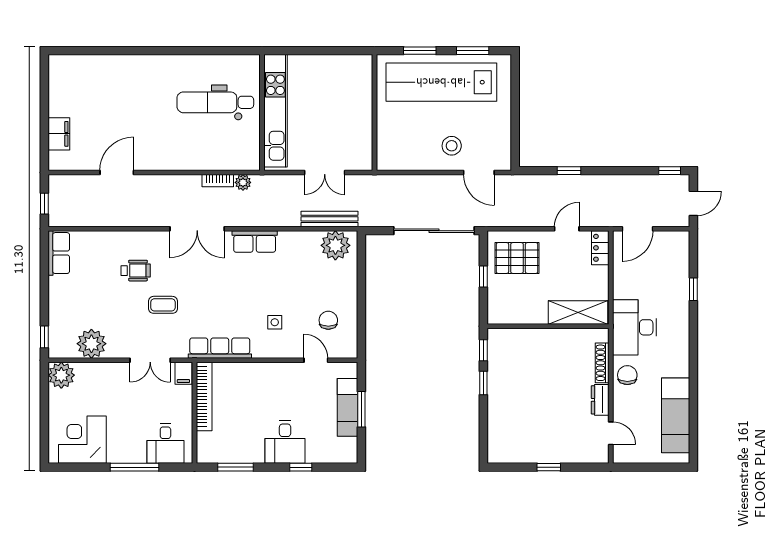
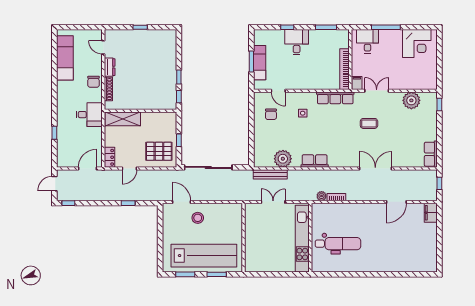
filing cabinet: (59, 134) -> (431, 213), moved
double door: (197, 229) -> (375, 169), moved
plant: (335, 245) -> (283, 159), moved
wheelchair: (136, 271) -> (385, 144), removed
desk: (634, 327) -> (89, 115), width x0.73
plant: (61, 375) -> (429, 82), removed

